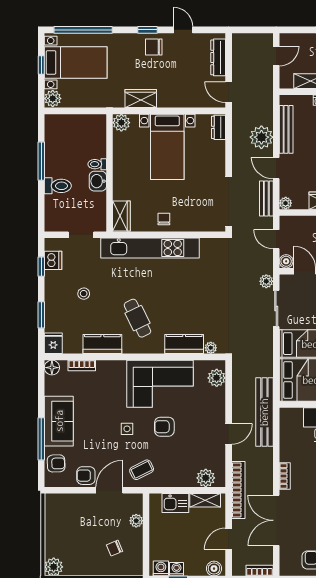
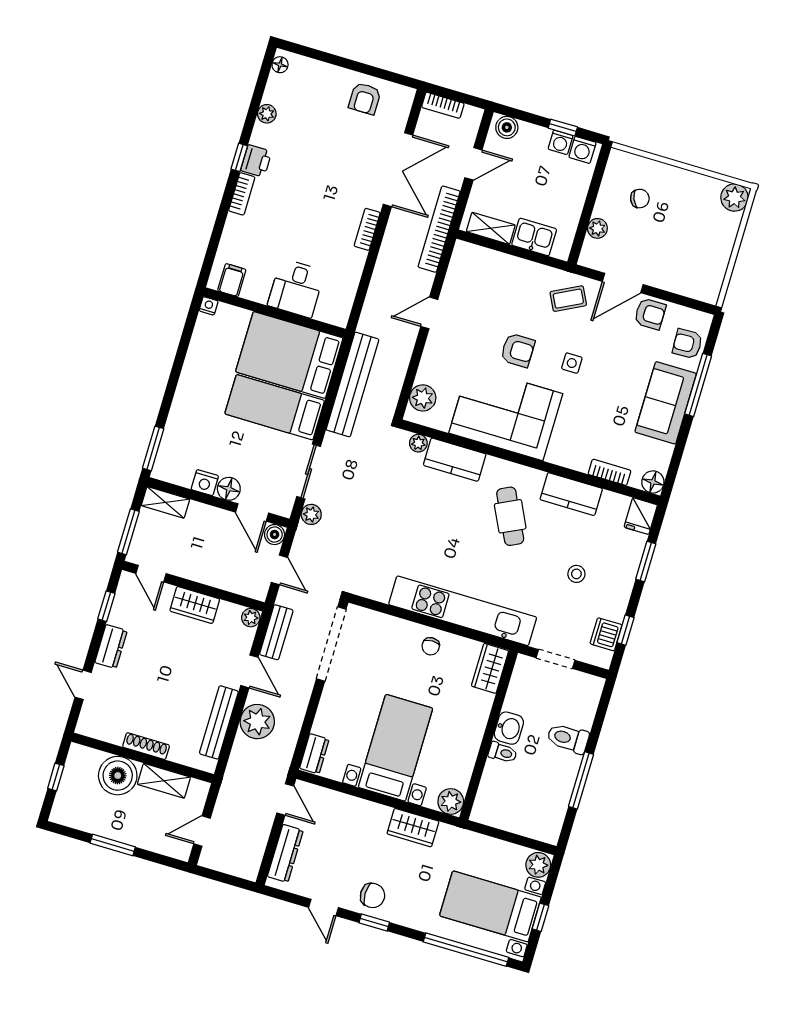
bench: (264, 412) -> (352, 385), moved
plant: (206, 478) -> (480, 260), removed

